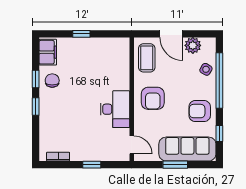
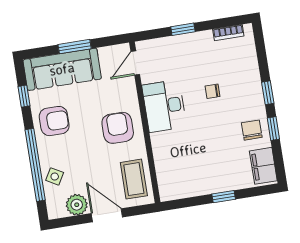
chair: (52, 81) -> (252, 130), turned 180
chair: (77, 114) -> (213, 91), added
door: (132, 145) -> (135, 63), hinge flipped

